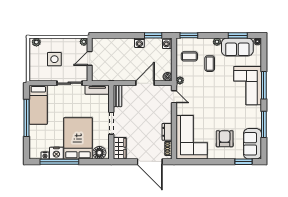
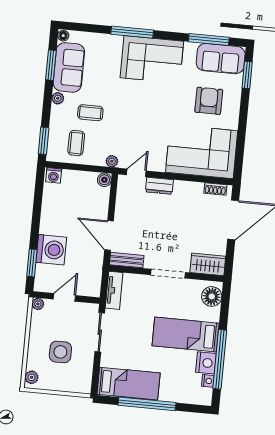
window: (153, 35) -> (32, 263), moved
washing machine: (139, 43) -> (51, 250), moved, width x1.89, depth x1.89
door: (90, 58) -> (64, 297), swing flipped
door: (145, 83) -> (109, 235), moved
corner sofa: (248, 86) -> (152, 59), moved
window: (264, 124) -> (209, 40), moved
dresser: (167, 132) -> (159, 186), moved
bed: (78, 138) -> (186, 335), width x0.67
armchair: (225, 139) -> (209, 101), turned 90

